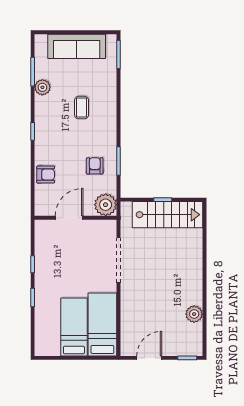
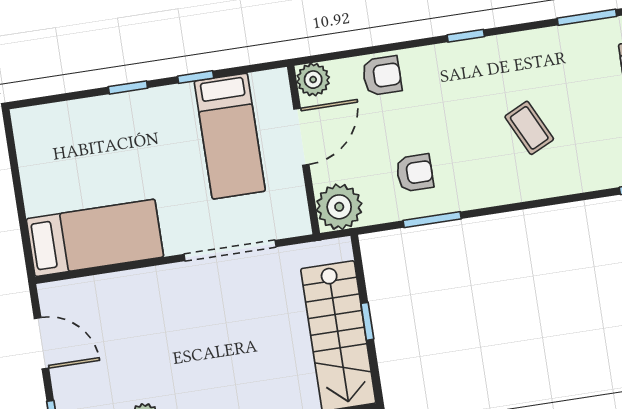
plant: (42, 87) -> (313, 80), moved
coffee table: (82, 108) -> (529, 128), turned 64
armchair: (46, 175) -> (382, 76), turned -90
door: (69, 218) -> (301, 137), hinge flipped
bed: (74, 327) -> (230, 136), moved, turned 90

